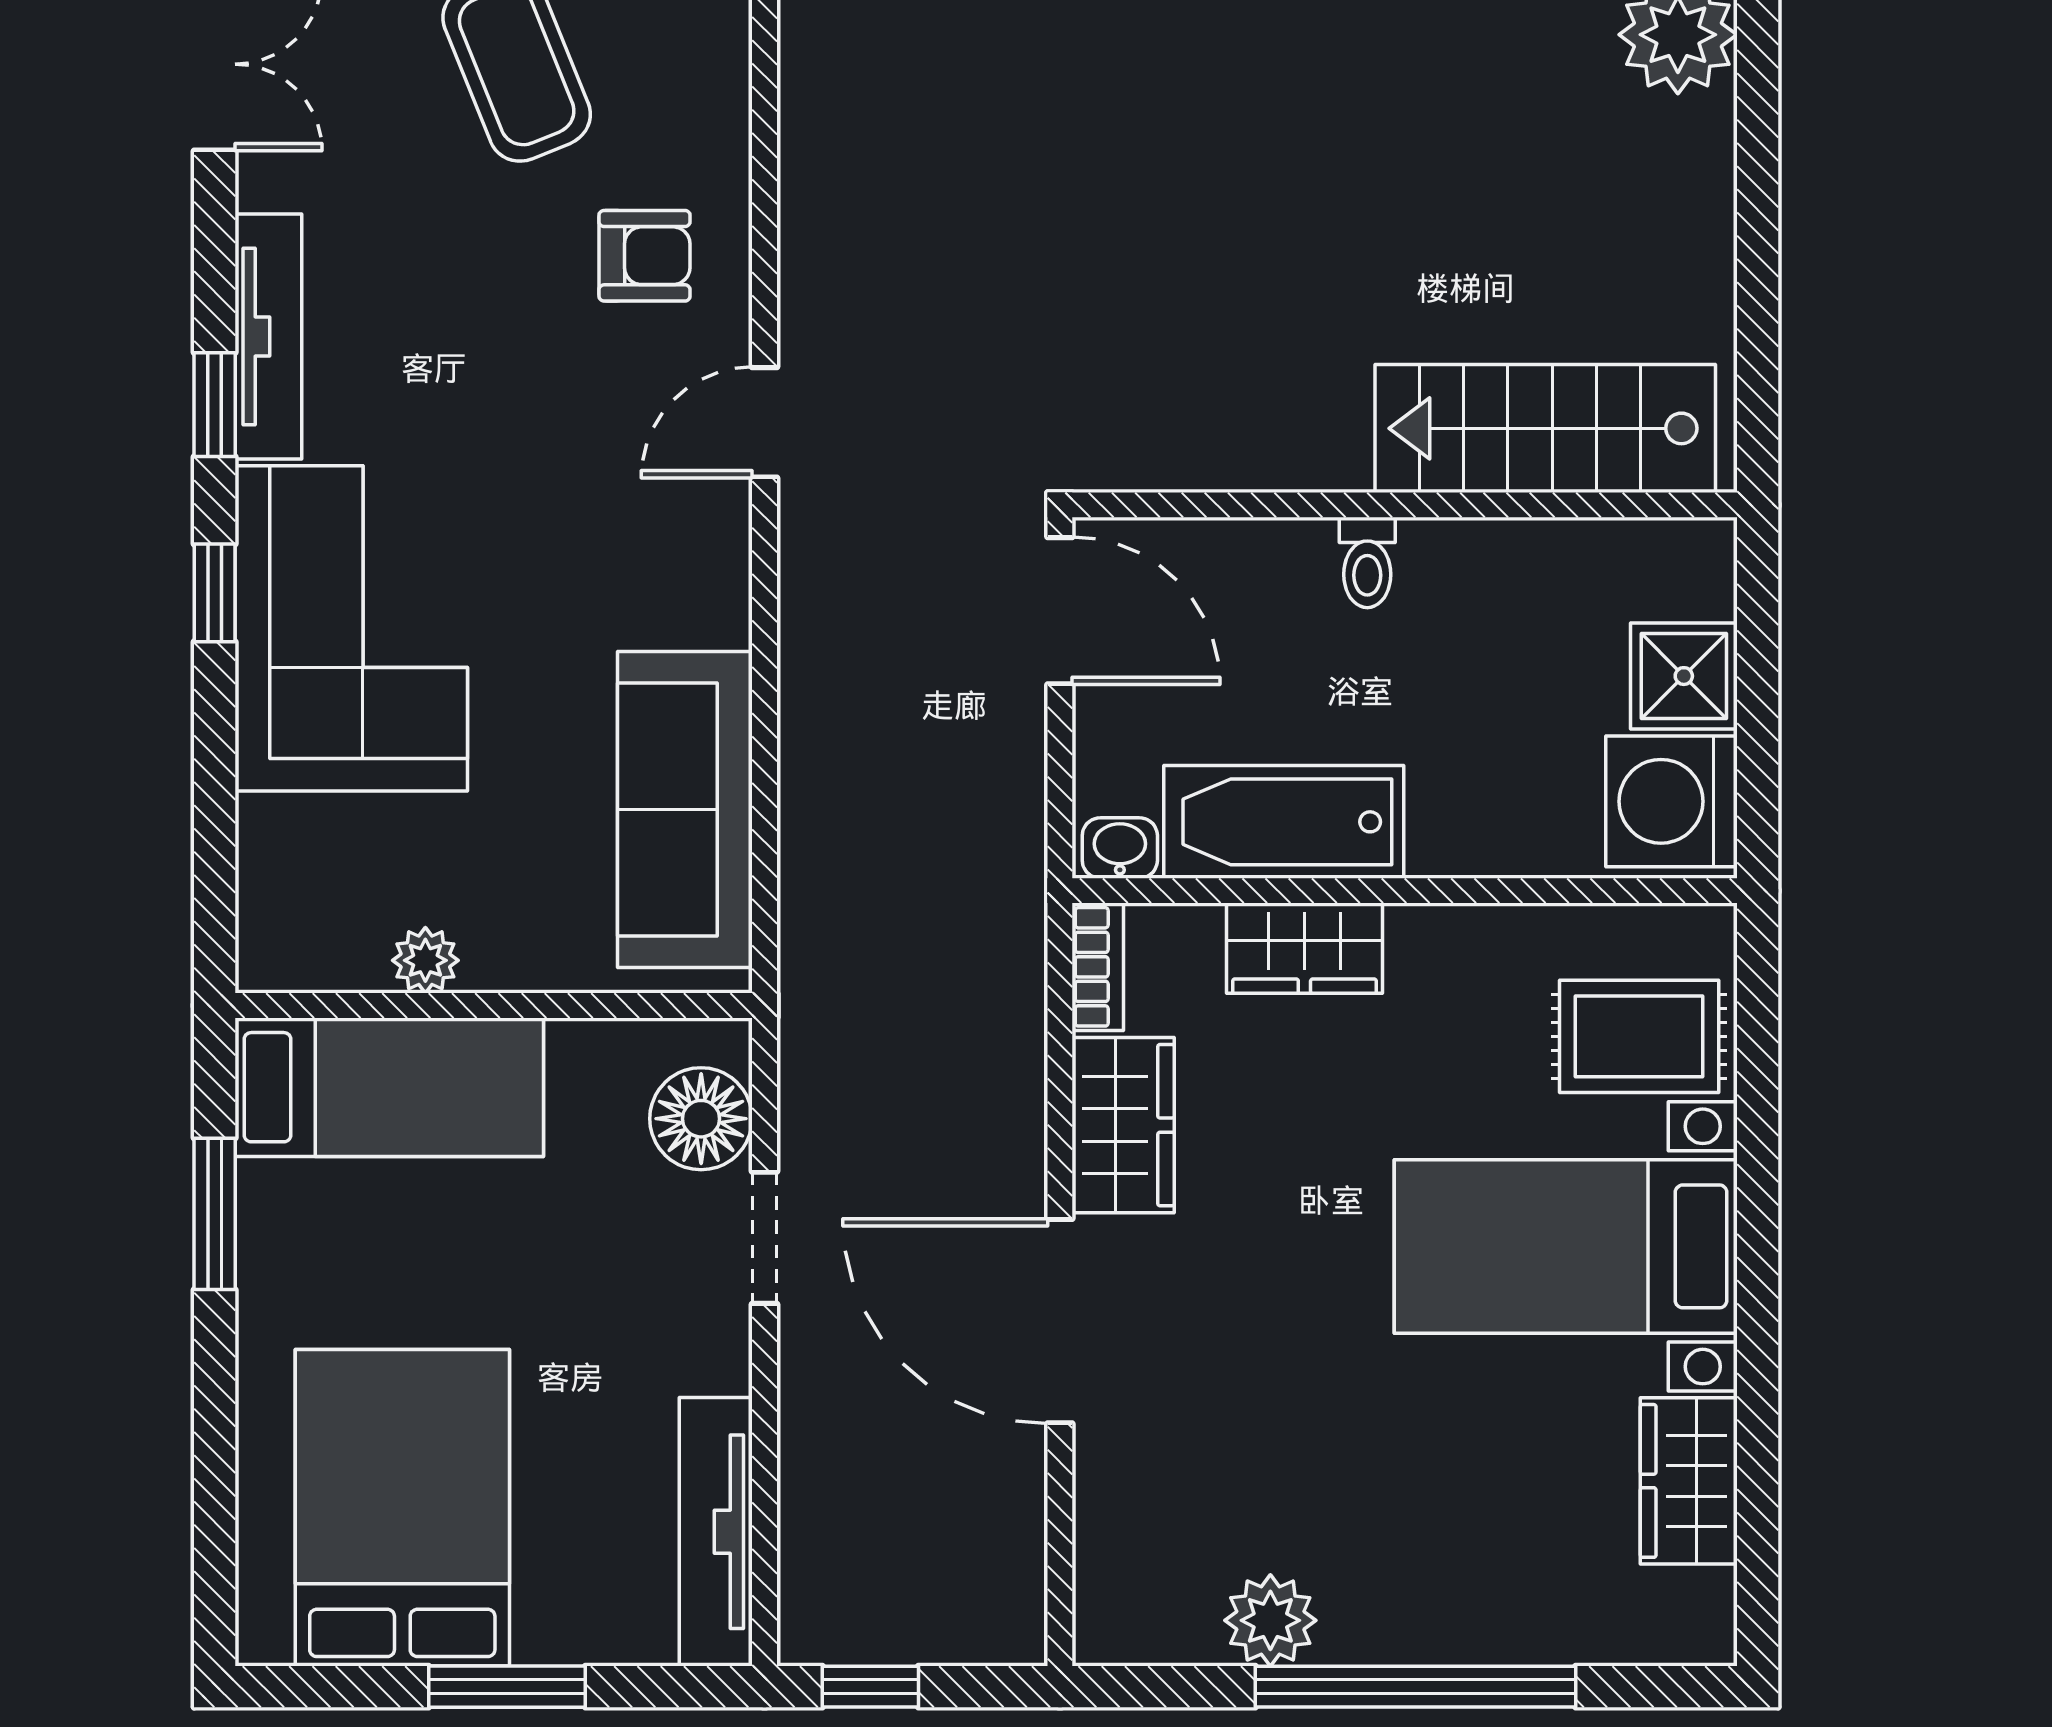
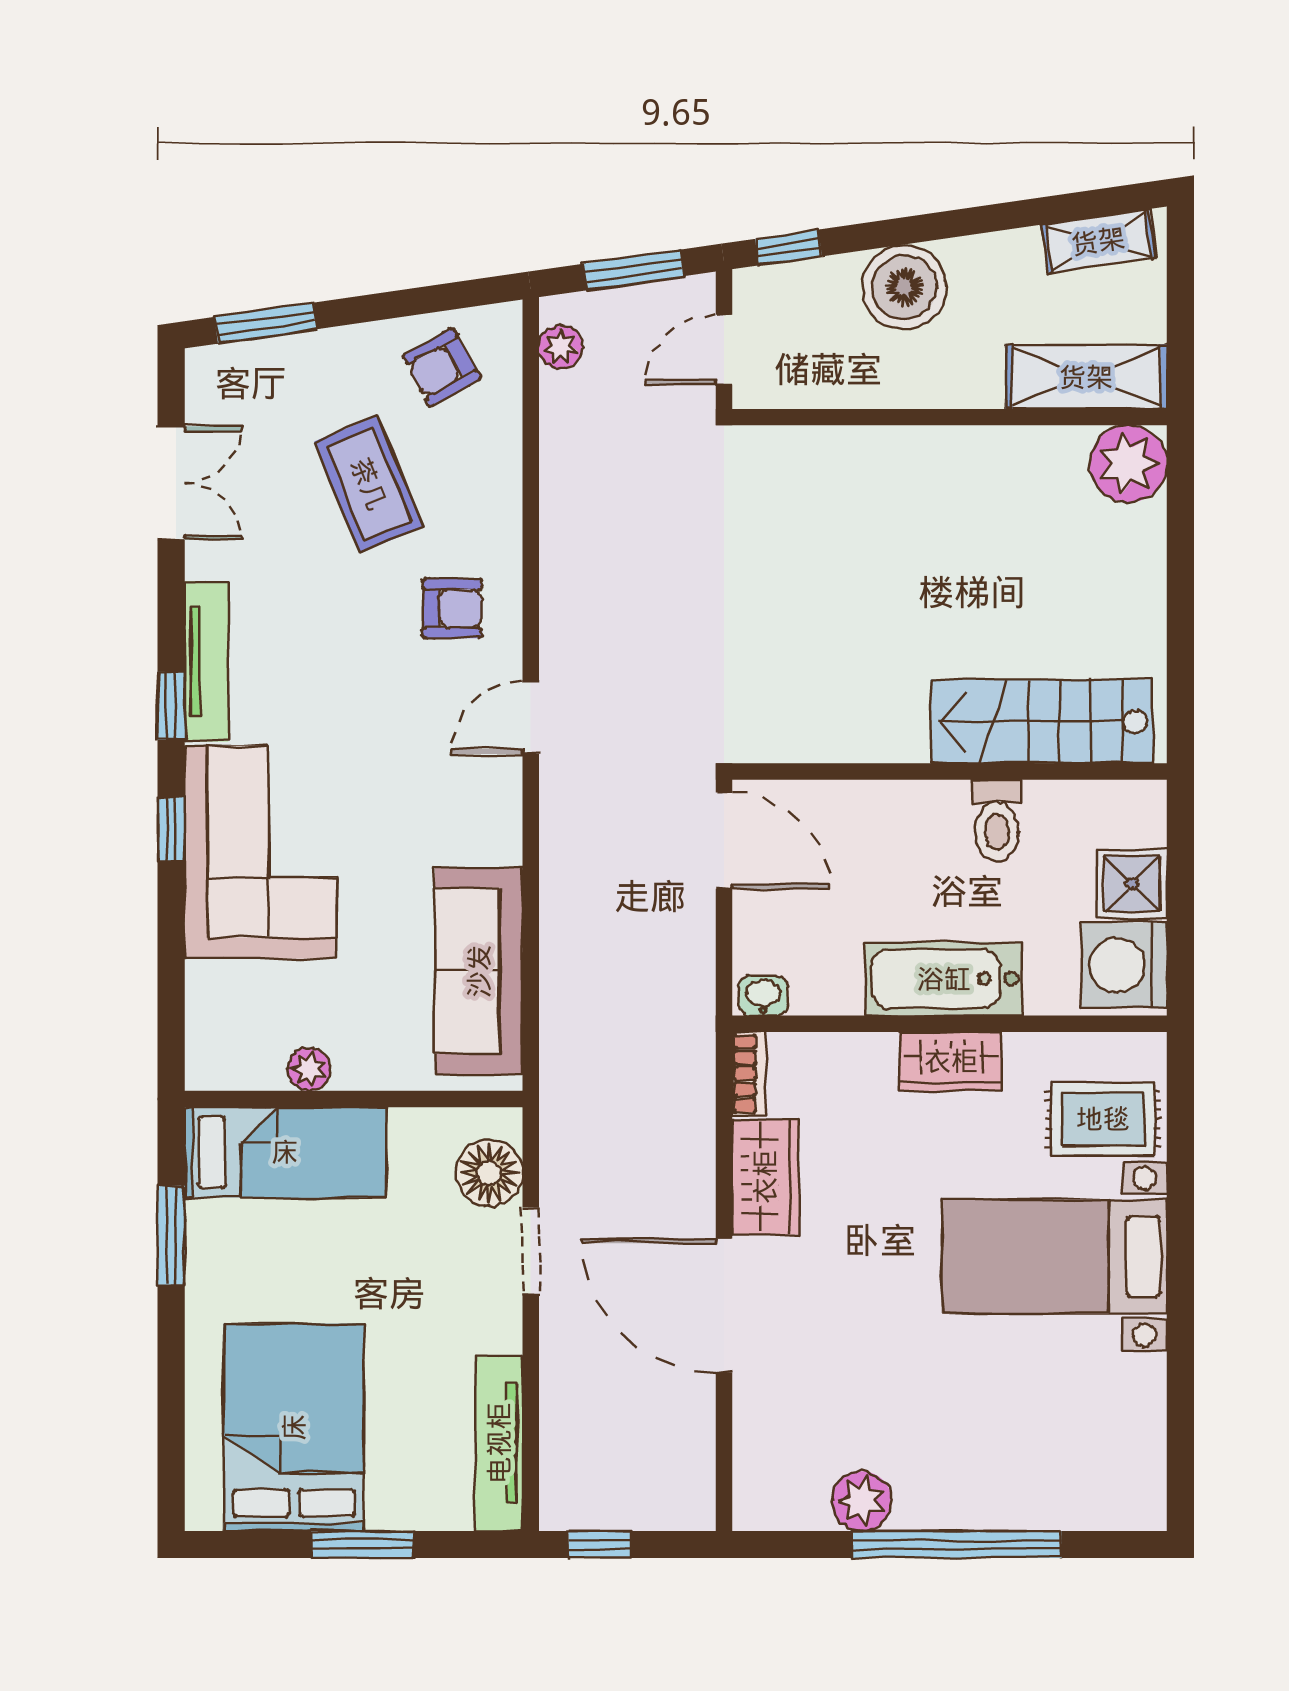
toilet: (1367, 563) -> (997, 821), moved, width x1.37, depth x1.39
bathtub: (1284, 822) -> (944, 979), moved
wardrobe: (1304, 948) -> (951, 1061), moved
wardrobe: (1689, 1481) -> (1135, 1410), removed

